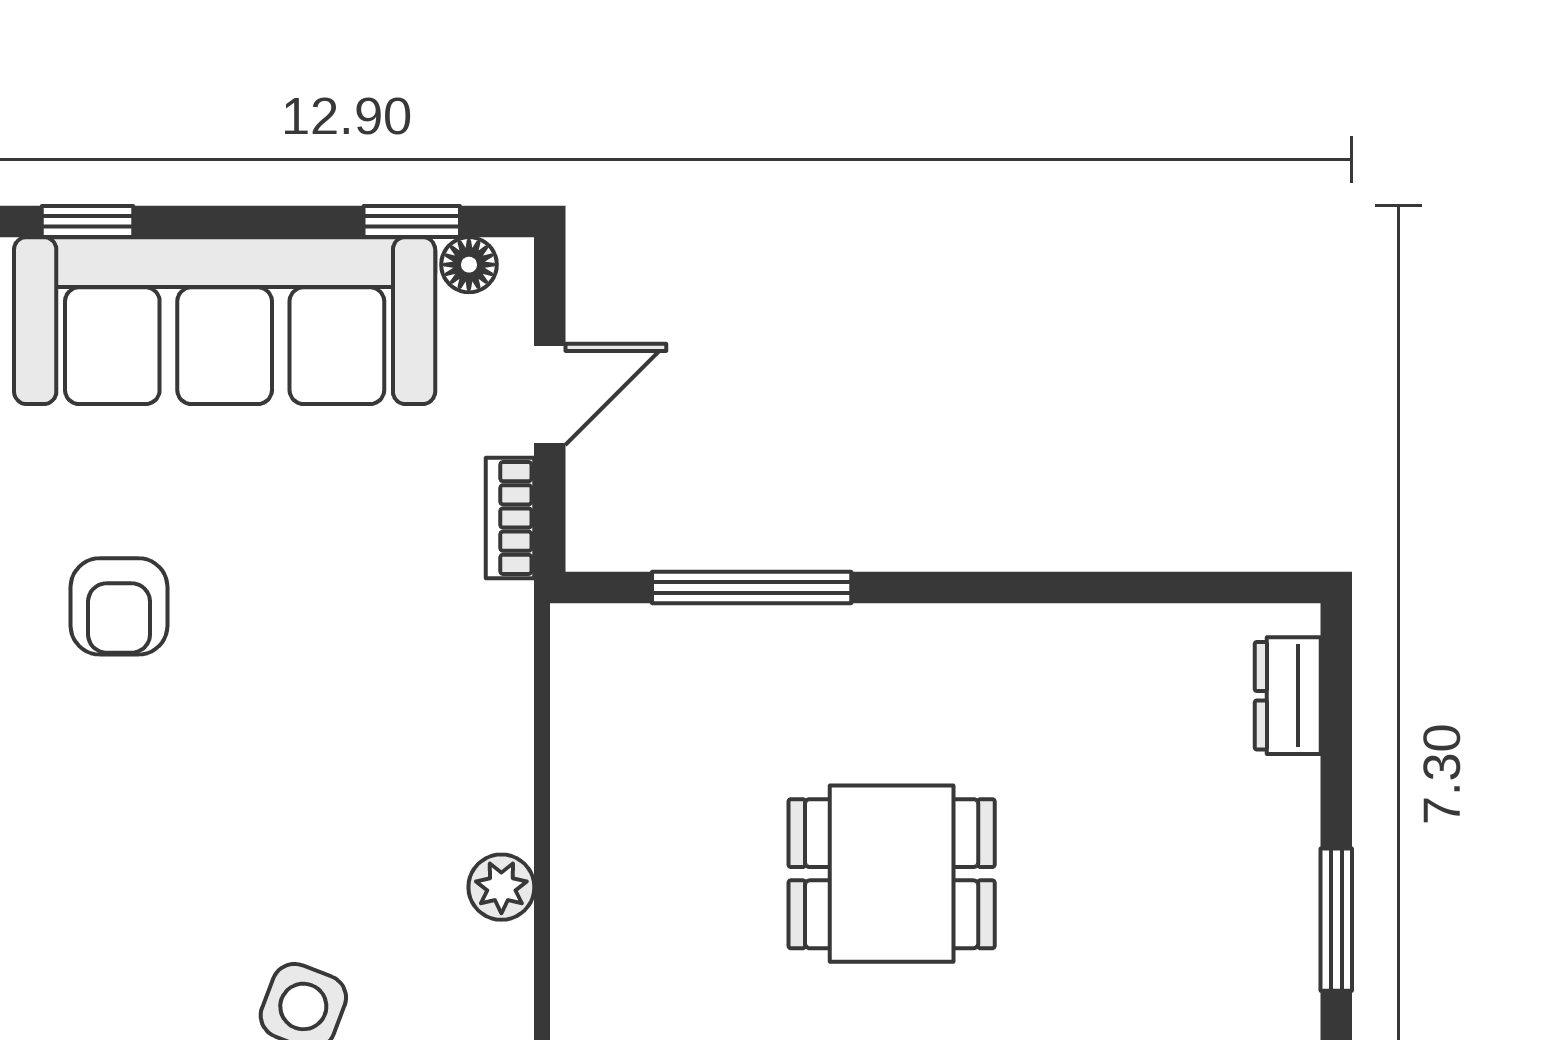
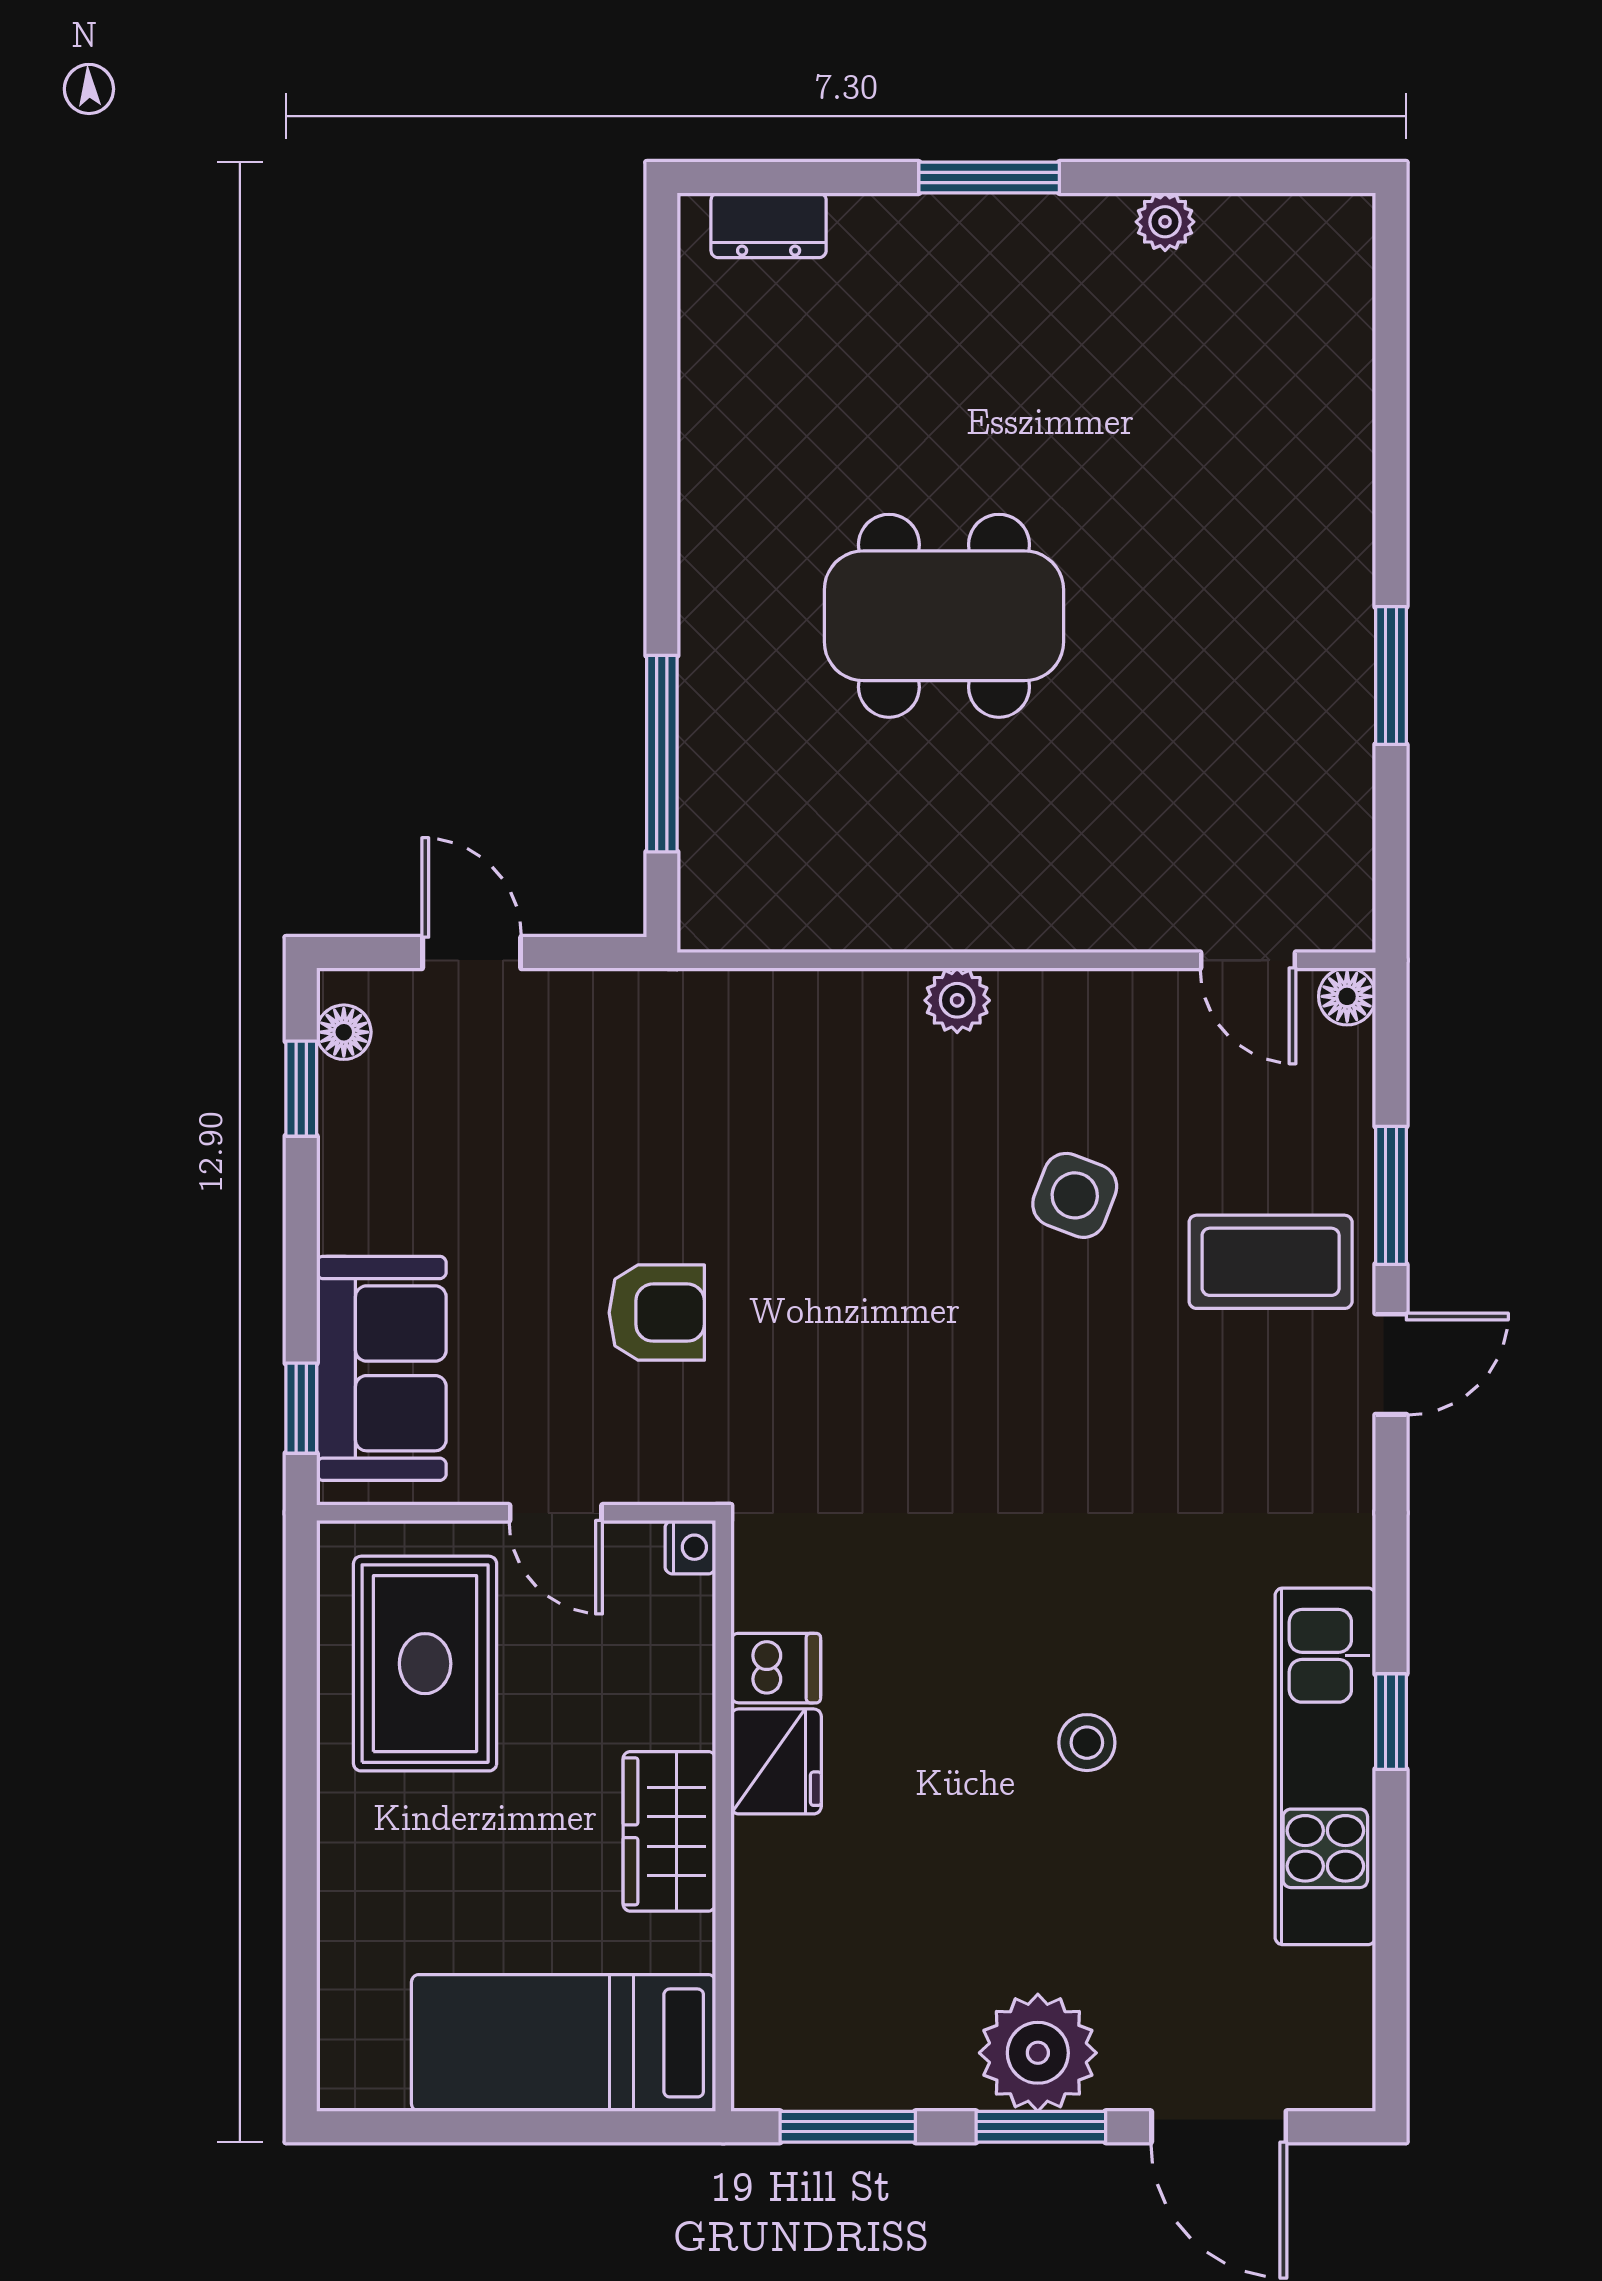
sofa: (225, 321) -> (381, 1368), width x0.54, depth x0.79
bookcase: (510, 518) -> (593, 992), removed
armchair: (119, 606) -> (657, 1313), moved
dining table: (892, 874) -> (944, 616), width x1.37

